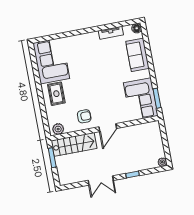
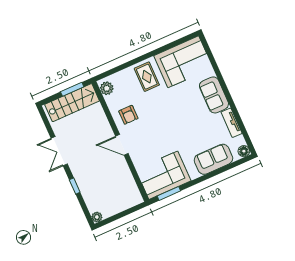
sofa: (85, 42) -> (214, 95), added
rug: (56, 94) -> (147, 77), turned 90
stairs: (74, 144) -> (72, 103), moved, turned -90

